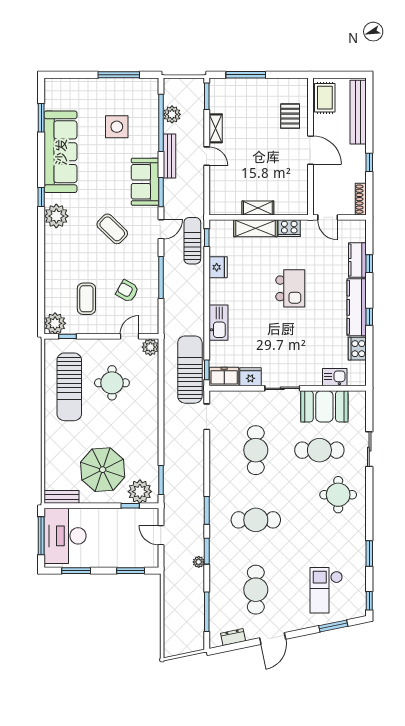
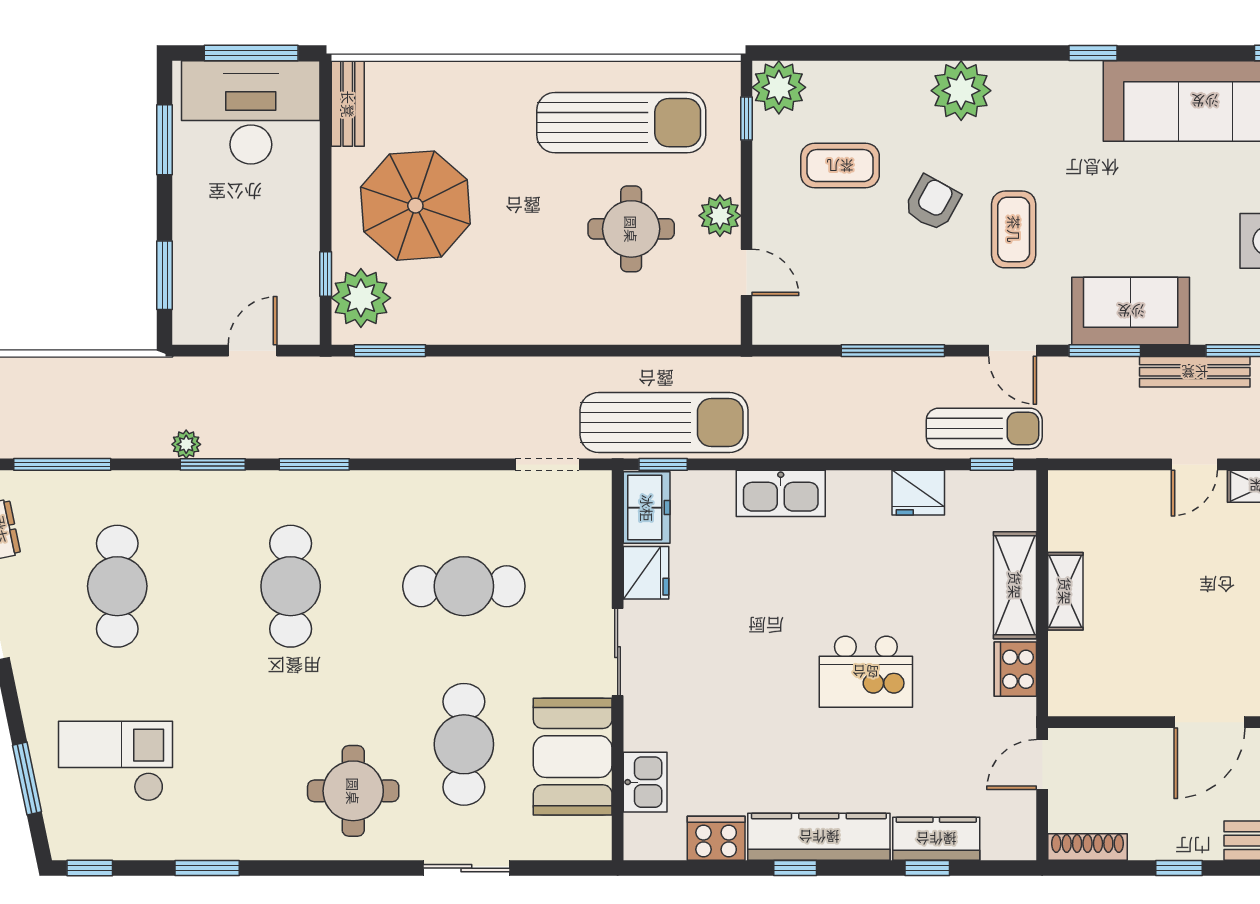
plant: (56, 216) -> (961, 91), moved
coffee table: (112, 229) -> (1014, 229), turned -44
armchair: (127, 291) -> (932, 203), moved
plant: (150, 347) -> (720, 216), moved
sun lounger: (69, 387) -> (621, 123), turned 180
cafe table: (256, 590) -> (117, 586), turned 90

